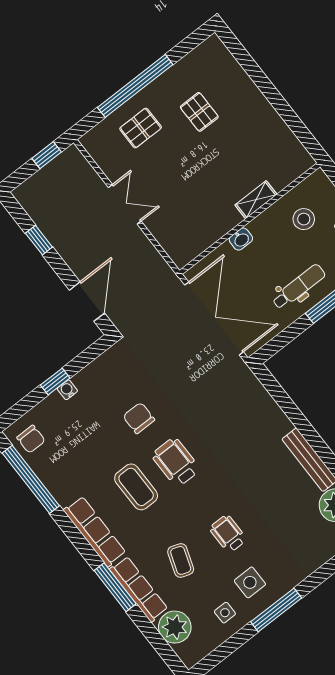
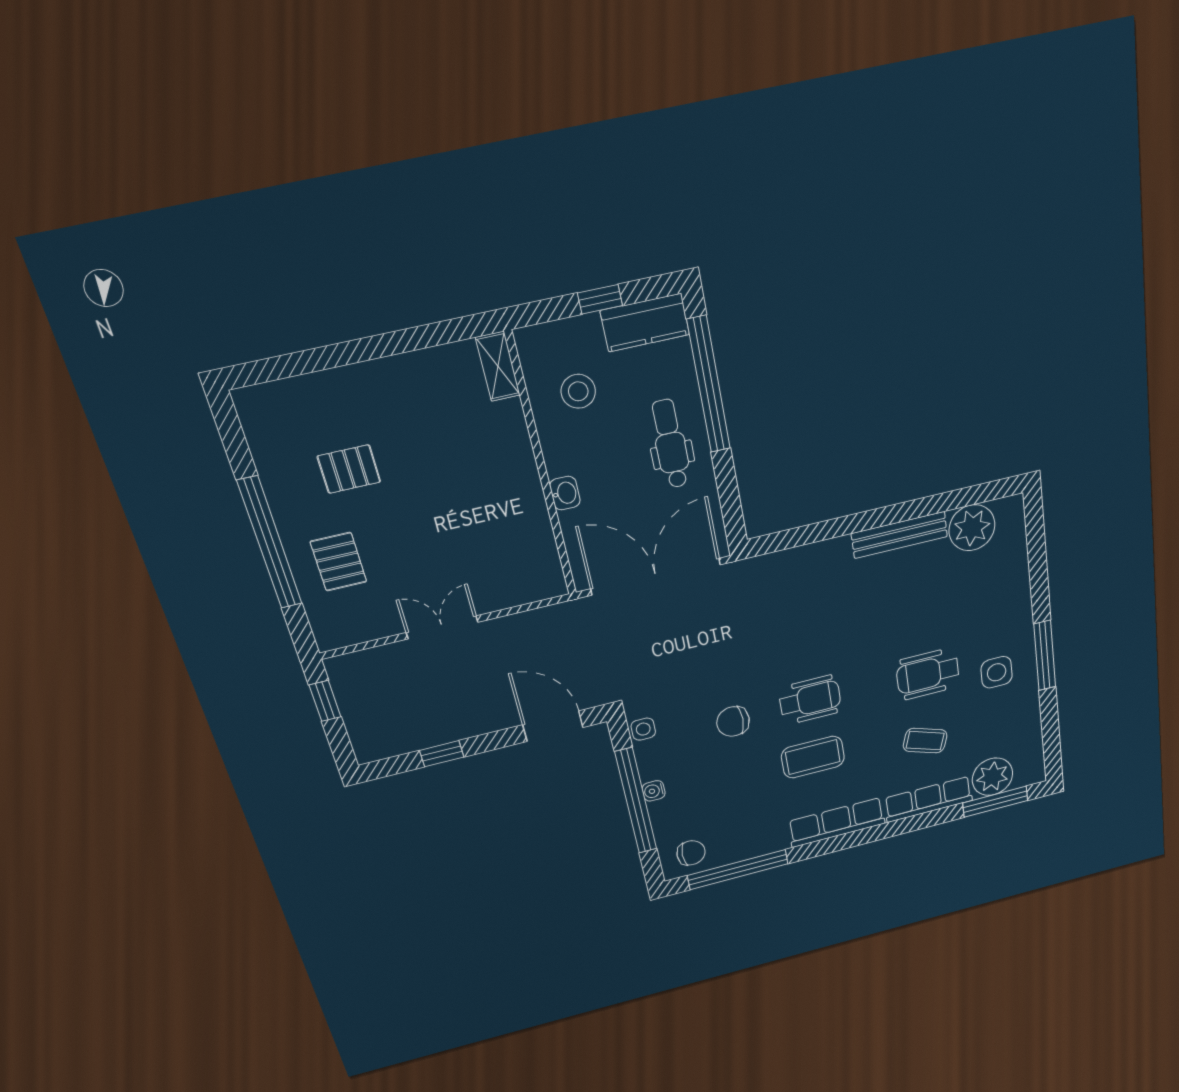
shelving: (256, 200) -> (498, 366), moved
window: (55, 382) -> (636, 801), width x3.17
wheelchair: (176, 462) -> (810, 700), turned 180
wheelchair: (228, 534) -> (928, 674), width x1.36, depth x1.37
window: (115, 587) -> (995, 802), moved
side table: (225, 613) -> (643, 729), moved

